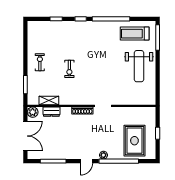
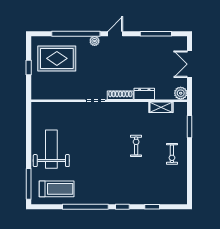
dresser: (51, 112) -> (144, 94), moved
double door: (25, 136) -> (190, 64), width x0.73
rug: (134, 141) -> (57, 58), turned 90

